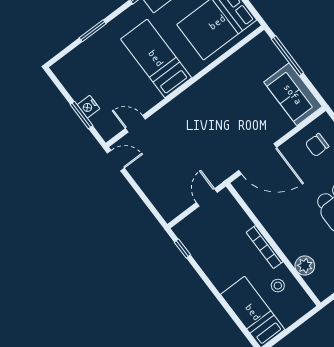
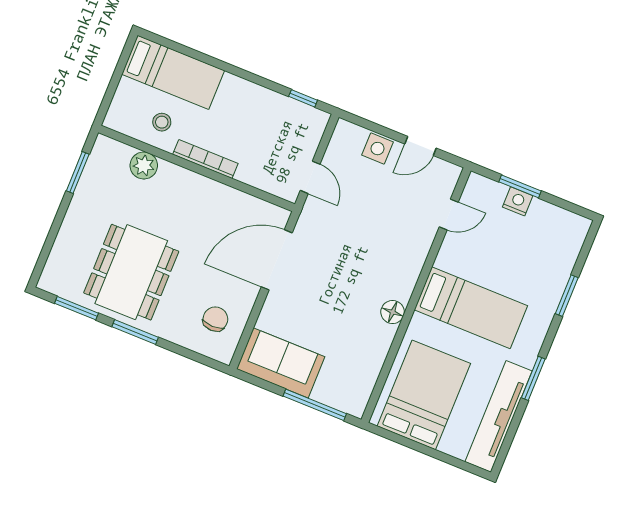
floor lamp: (206, 84) -> (393, 312), added
door: (116, 161) -> (421, 146), moved
side table: (155, 190) -> (377, 149), added

